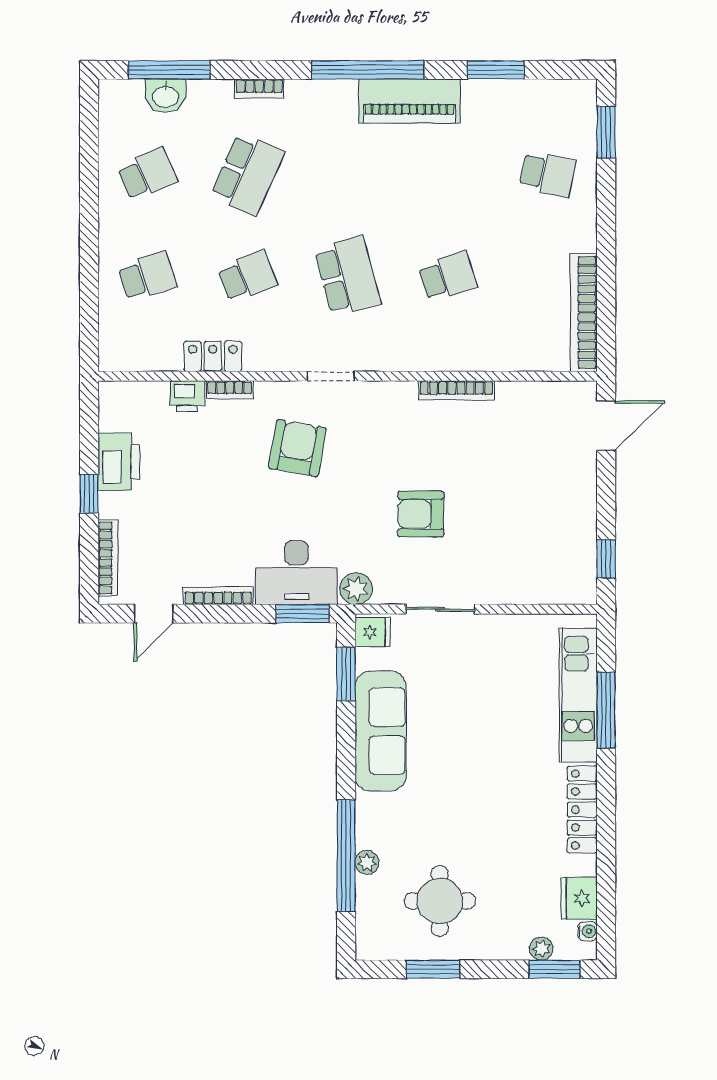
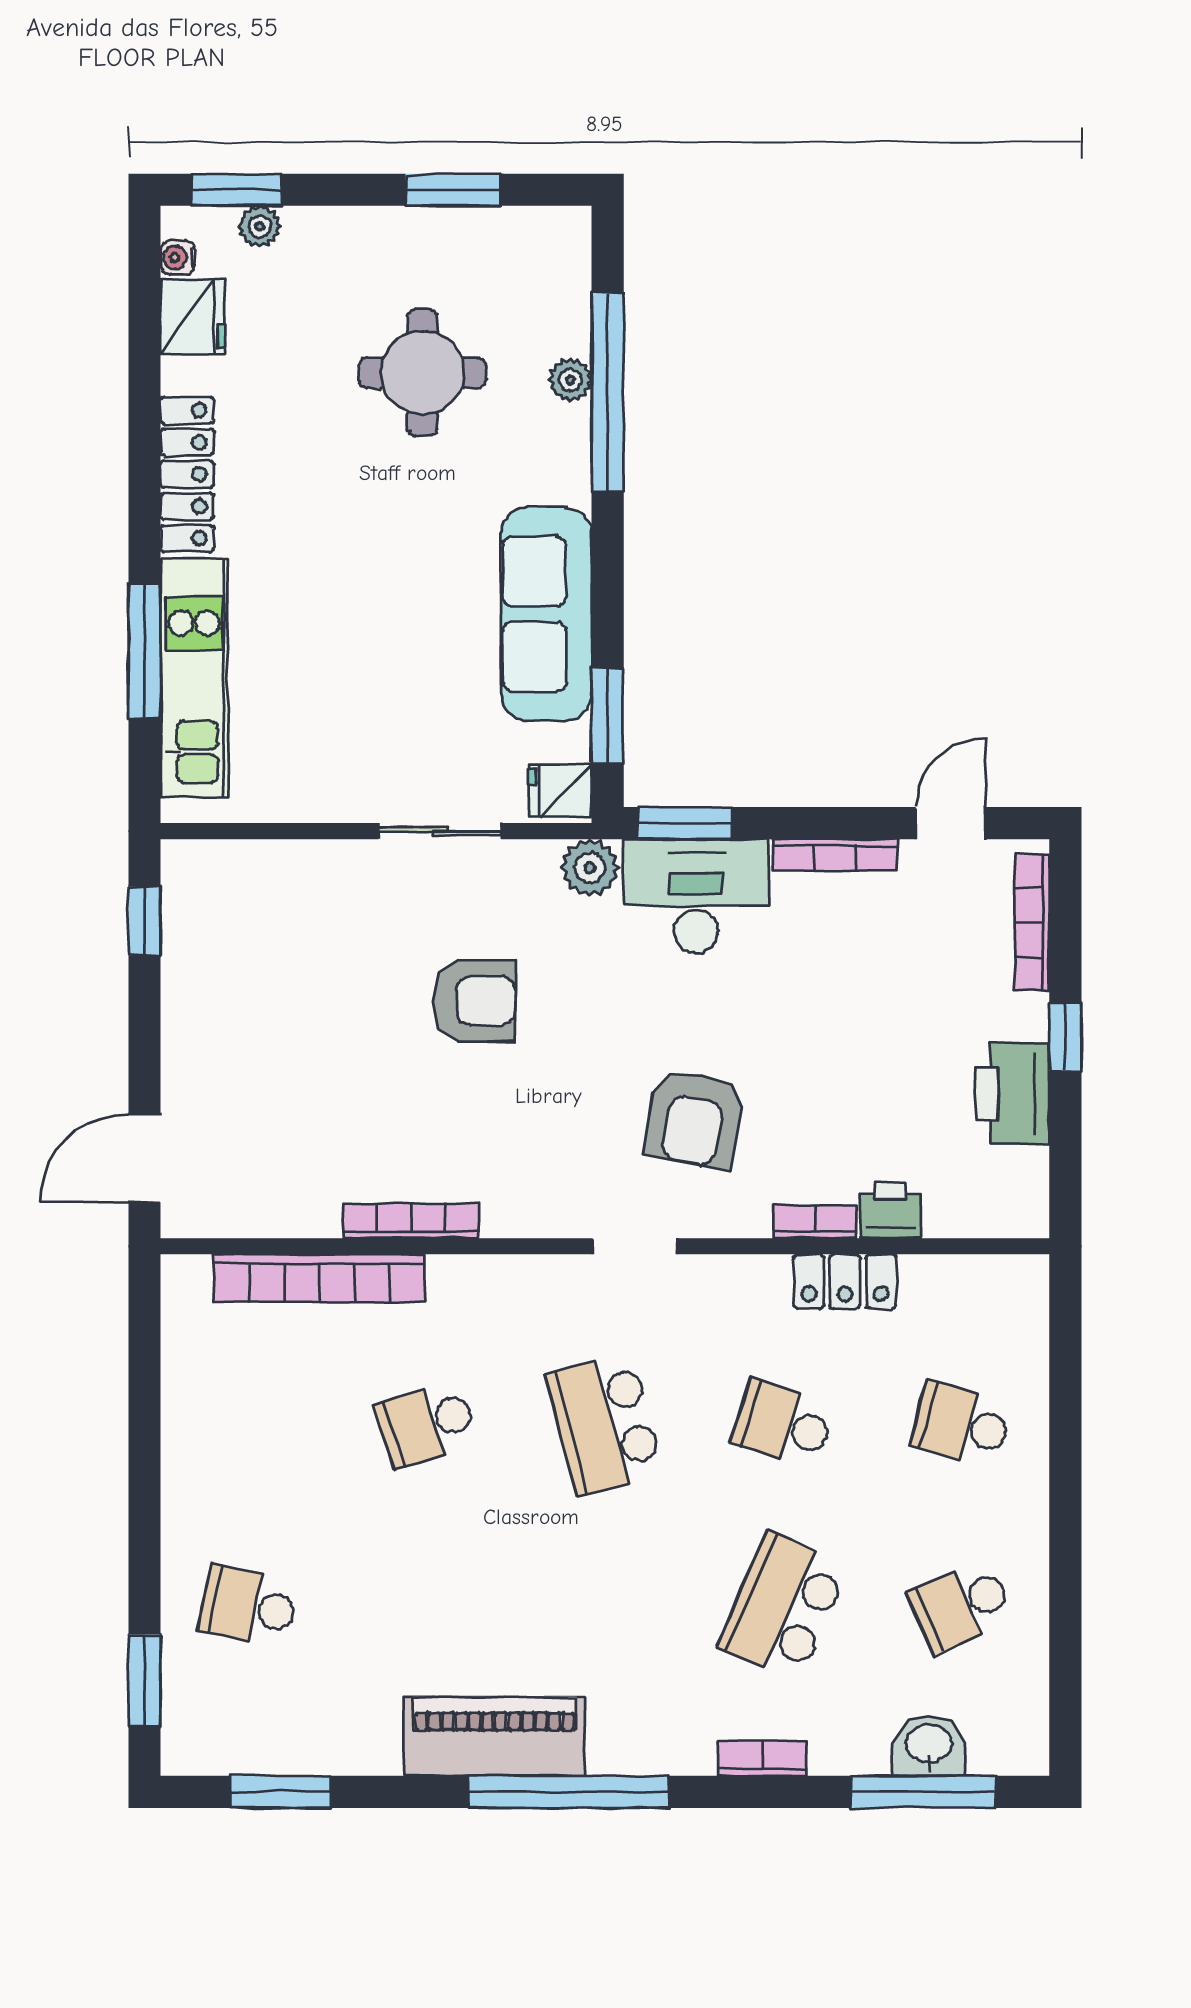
window: (496, 70) -> (280, 1792), moved
school desk: (147, 276) -> (961, 1424), turned 33
school desk: (248, 276) -> (783, 1424), turned 39
bookcase: (584, 313) -> (320, 1278), moved, turned 90
round table: (440, 901) -> (422, 373), moved

